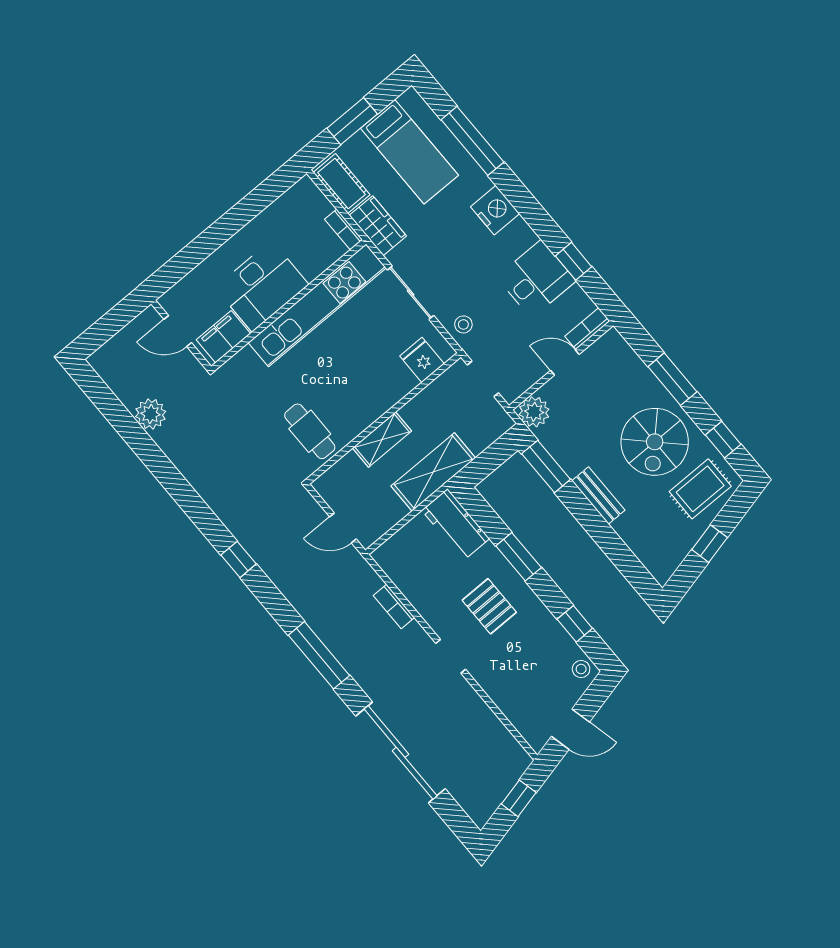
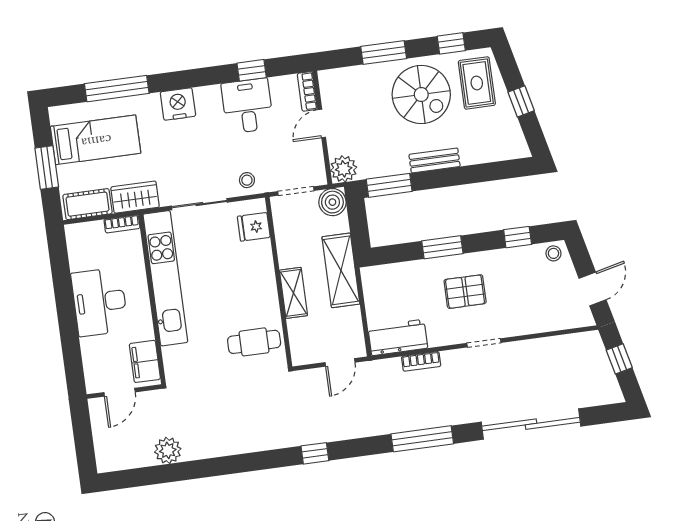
desk: (262, 286) -> (100, 302), moved, turned 180
boiler: (495, 422) -> (332, 202), added
workbench: (456, 525) -> (398, 337), moved, turned 180

